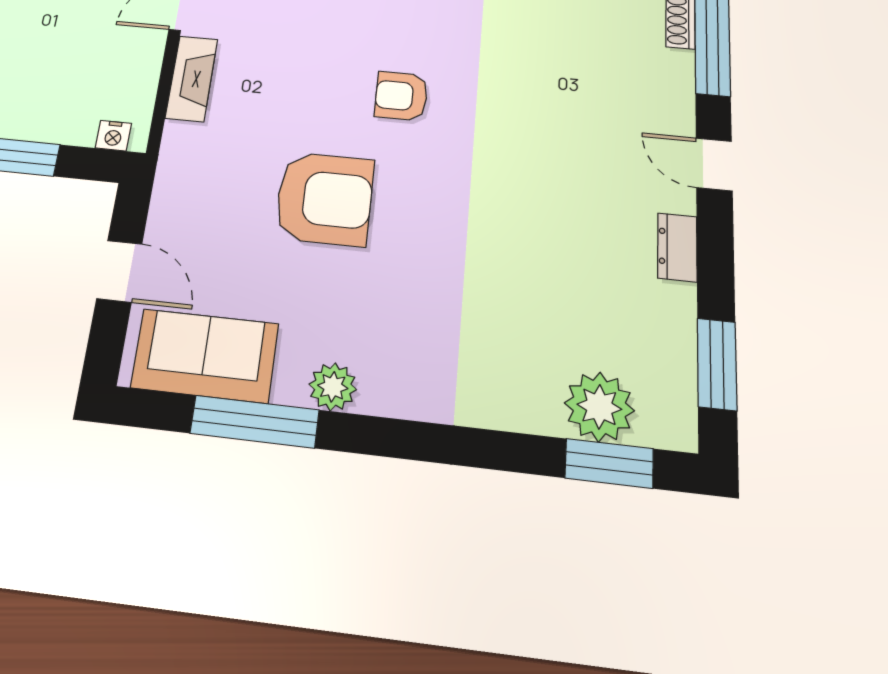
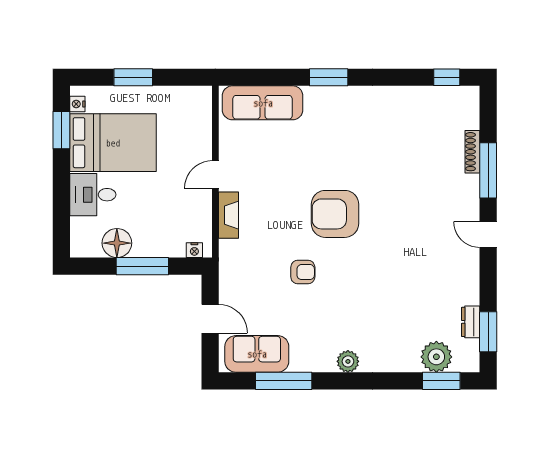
armchair: (401, 96) -> (335, 214), width x1.88, depth x1.88
armchair: (324, 199) -> (303, 272), width x0.53, depth x0.53
dresser: (677, 247) -> (471, 322), moved
plant: (333, 387) -> (348, 361), moved

